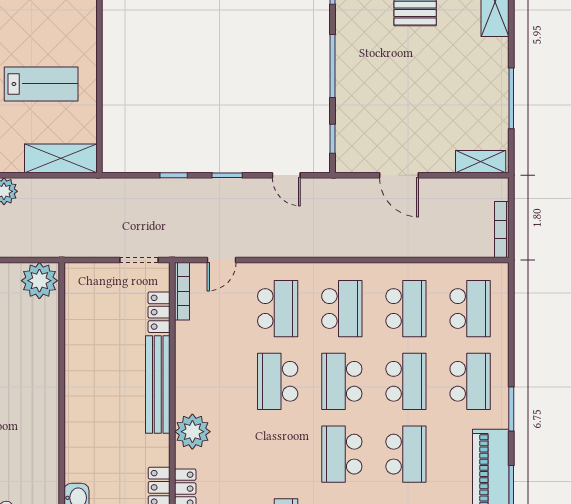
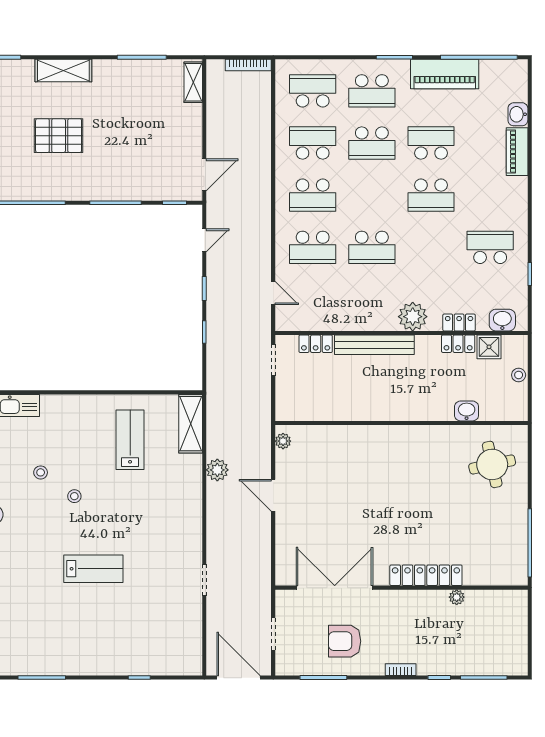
door: (399, 175) -> (204, 175), moved
plant: (39, 281) -> (283, 441), width x0.53, depth x0.53
bookcase: (182, 291) -> (299, 325), removed
school desk: (278, 309) -> (313, 247), turned 180
school desk: (342, 309) -> (313, 195), turned 180
school desk: (342, 381) -> (372, 195), removed
school desk: (406, 381) -> (372, 143), turned 180
school desk: (470, 381) -> (372, 91), turned 180

